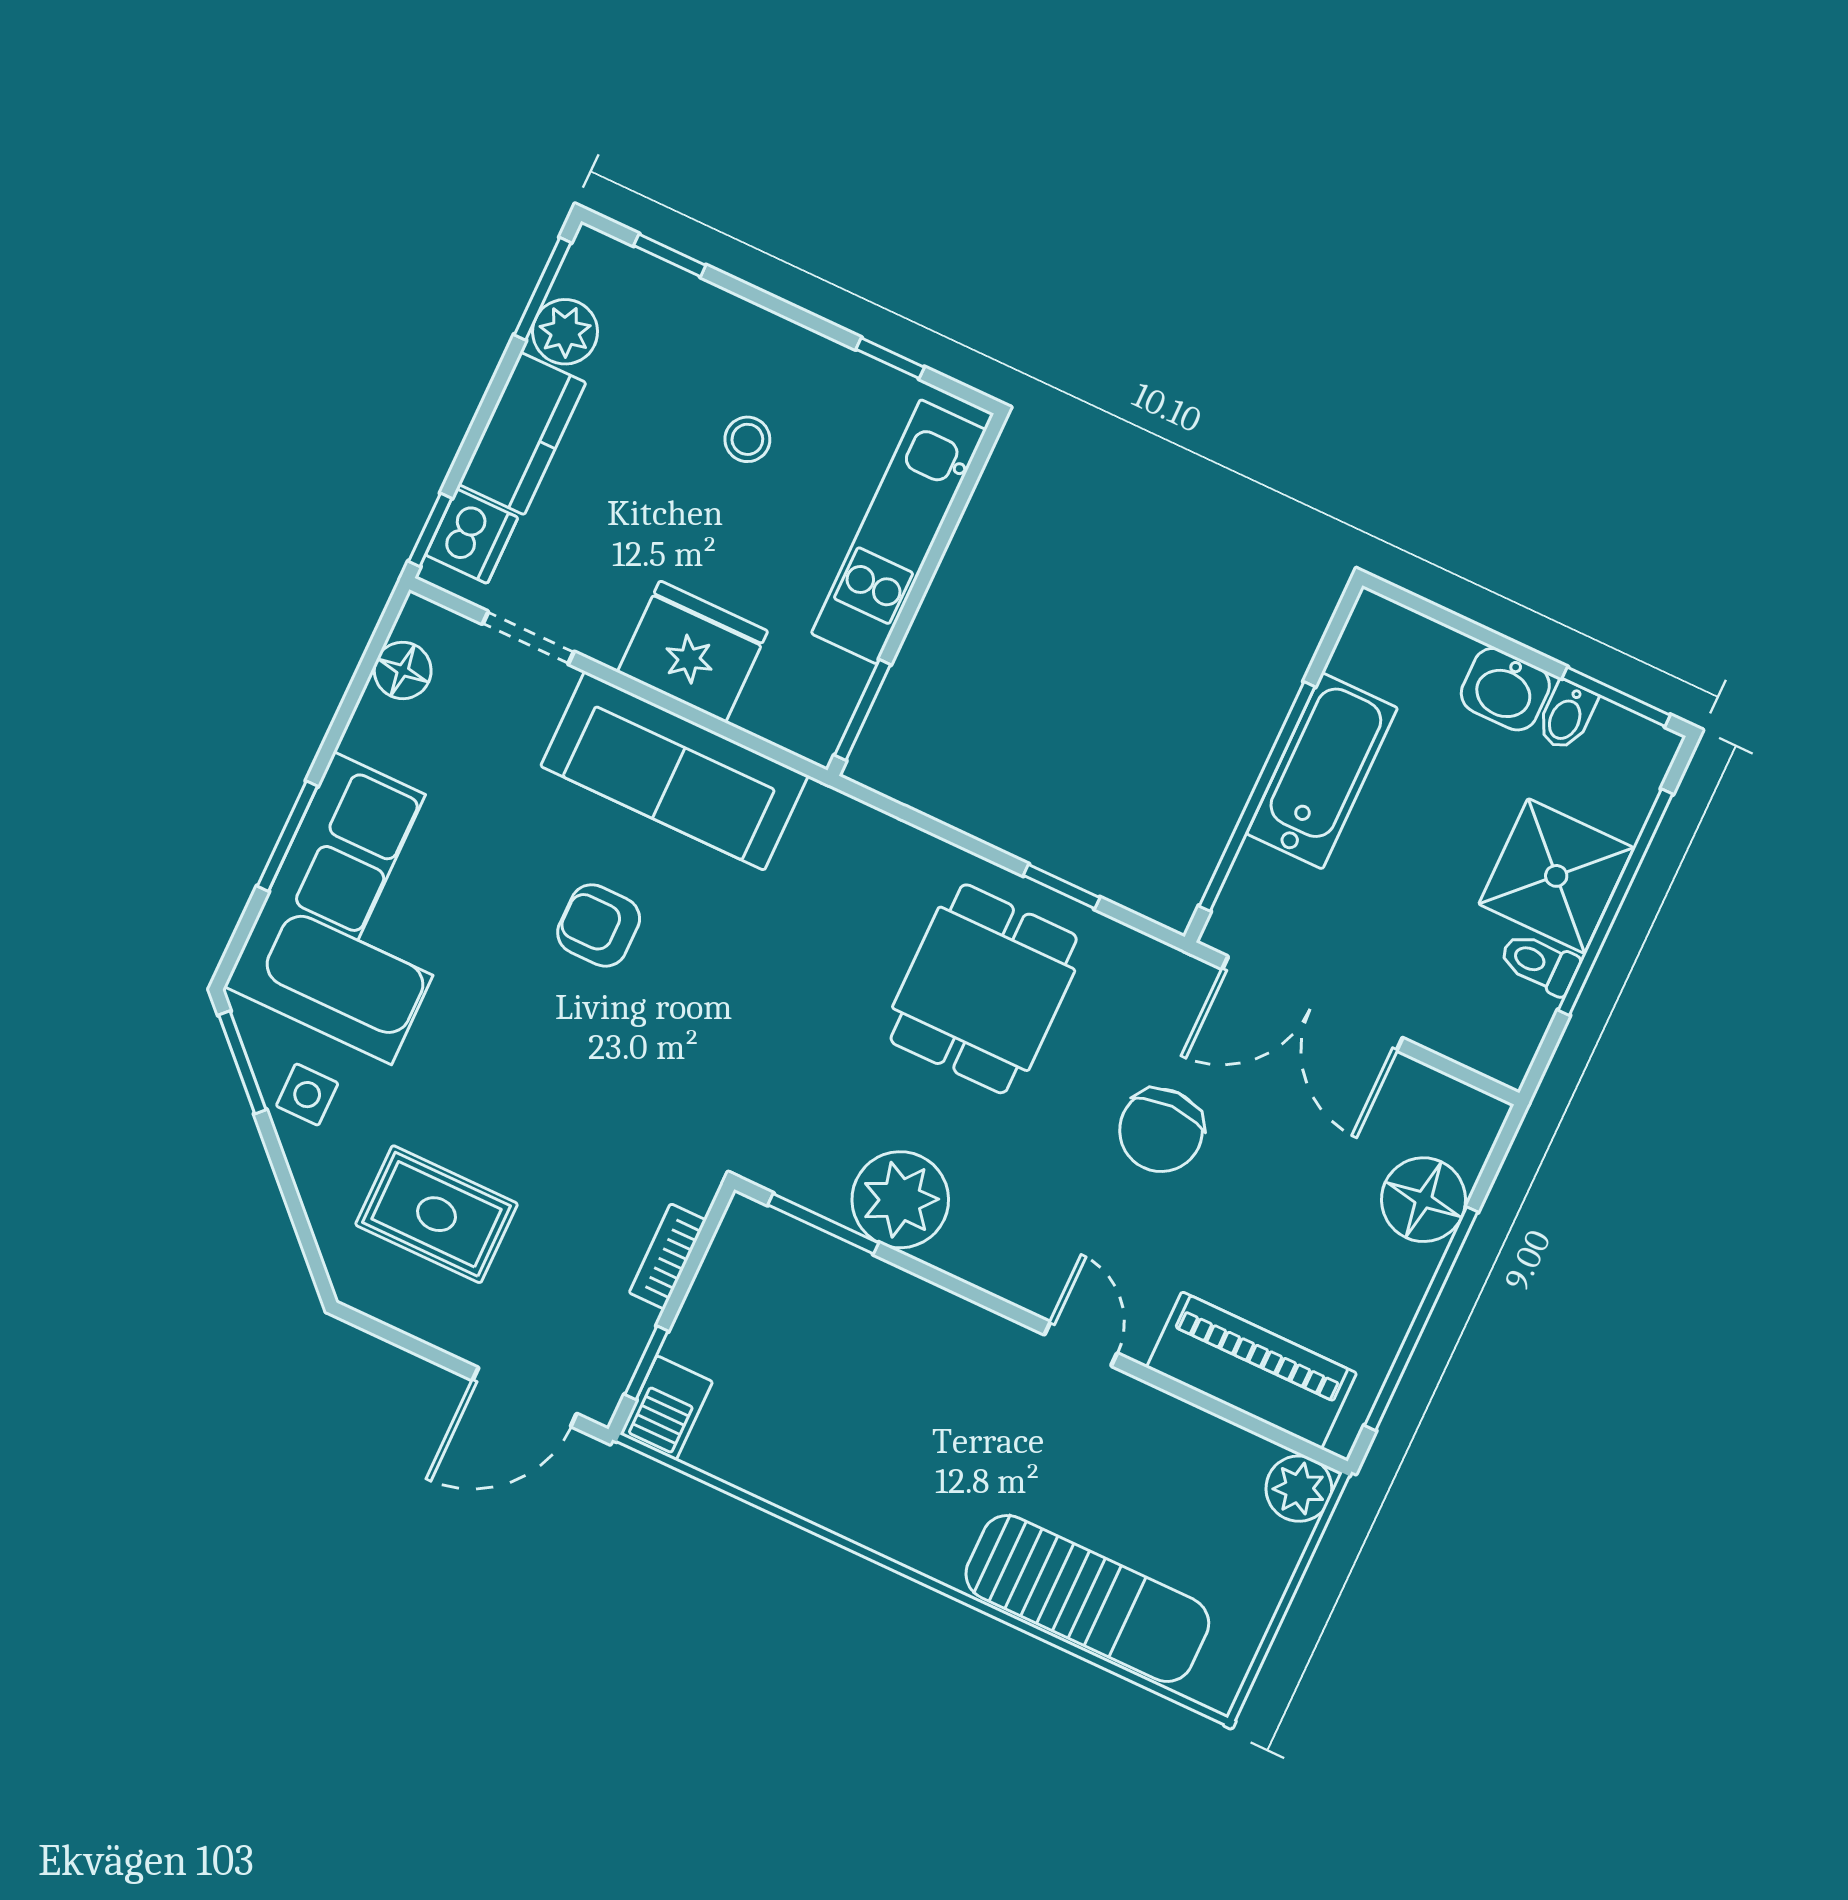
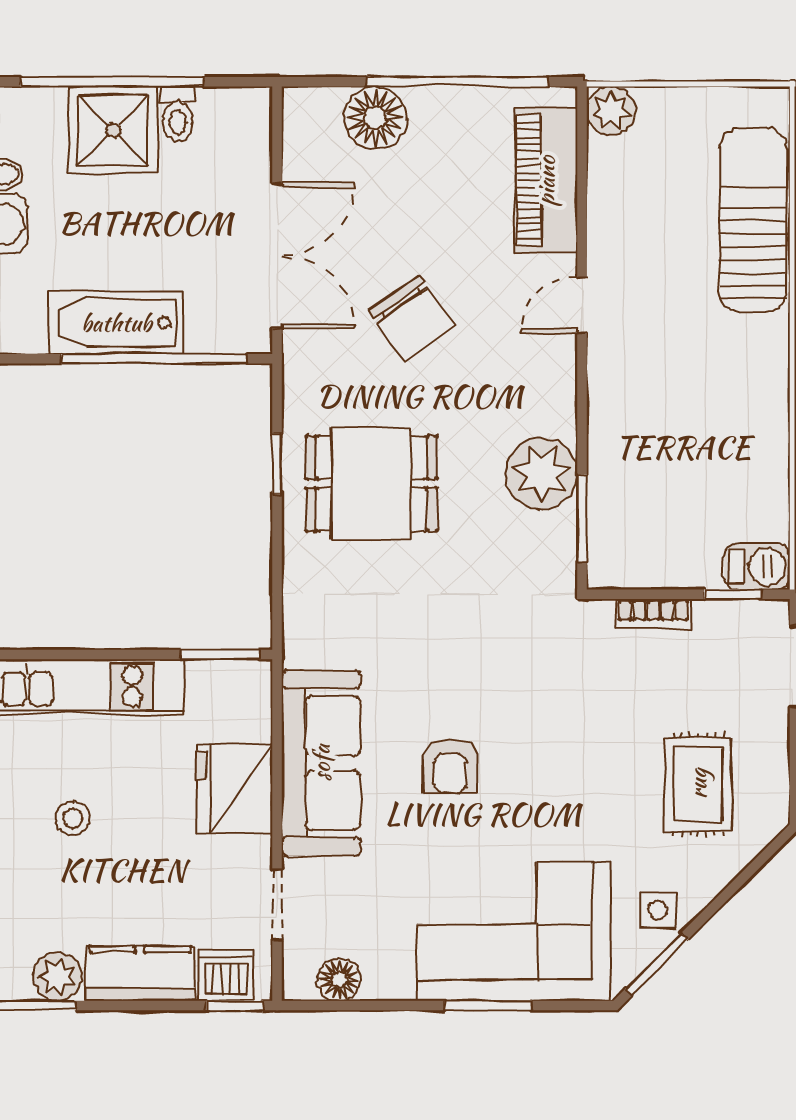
chair: (1161, 1130) -> (411, 318), turned 55

